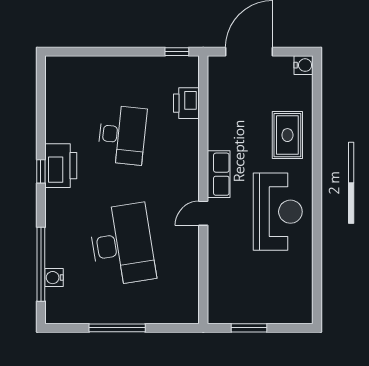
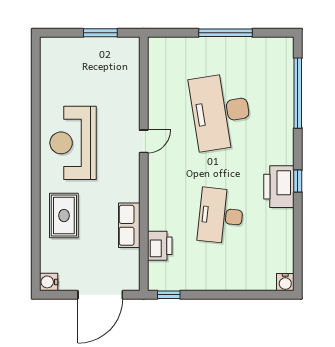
row of seats: (219, 174) -> (129, 225), moved
water cooler: (54, 278) -> (285, 282), moved, turned 90

